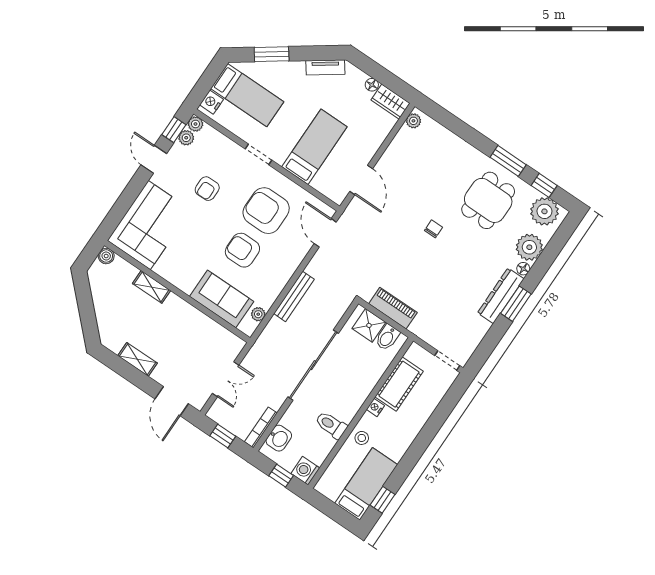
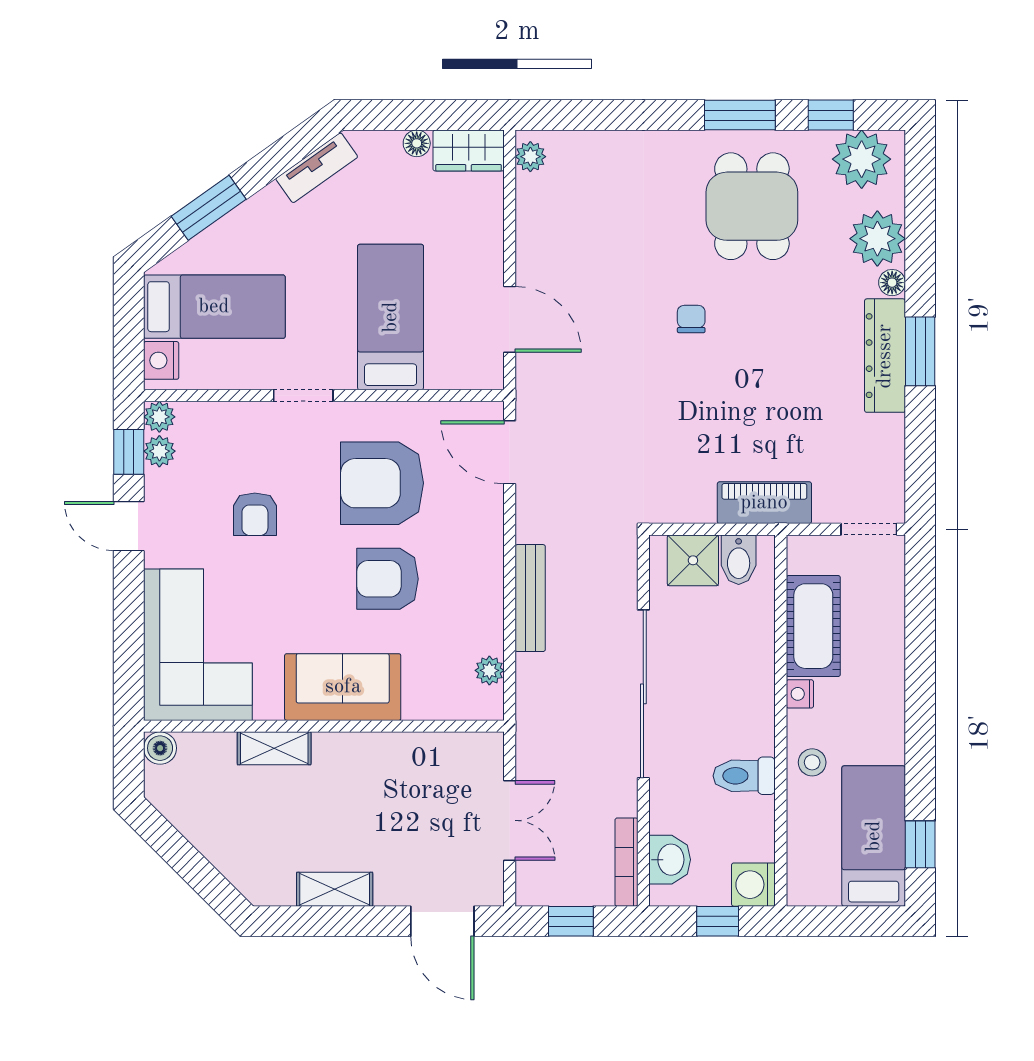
sofa: (222, 299) -> (343, 687), moved
piano: (393, 308) -> (764, 503), moved

